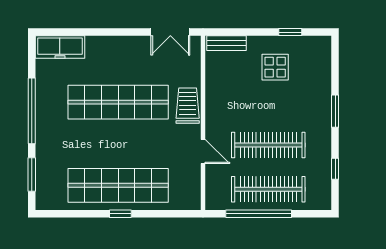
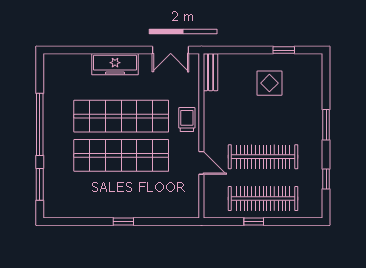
bench: (227, 43) -> (211, 72), moved, turned 90
freezer: (60, 47) -> (115, 64), moved
trolley: (188, 106) -> (187, 120), width x0.73, depth x0.72
shop shelf: (118, 185) -> (121, 155), moved
window: (259, 214) -> (254, 222), width x0.32

